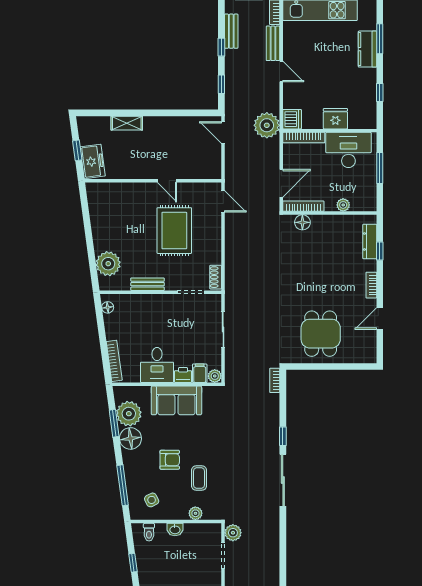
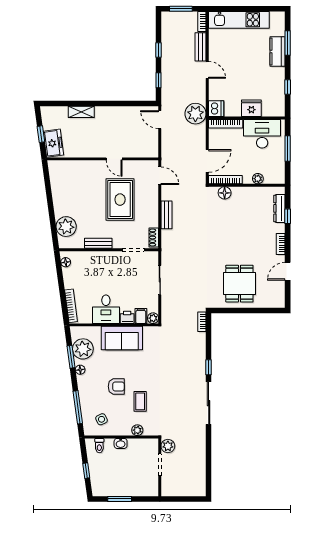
bench: (231, 31) -> (166, 215), moved
floor lamp: (130, 438) -> (80, 370), width x0.53, depth x0.53

